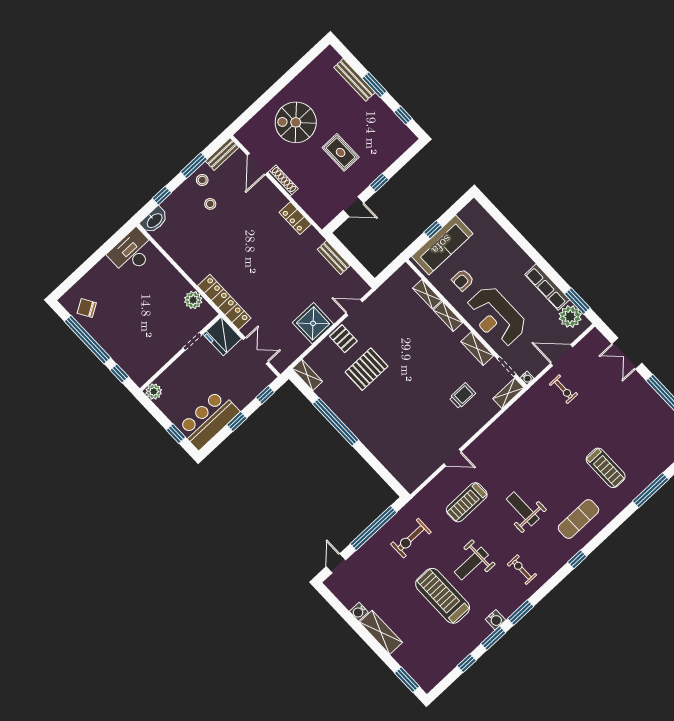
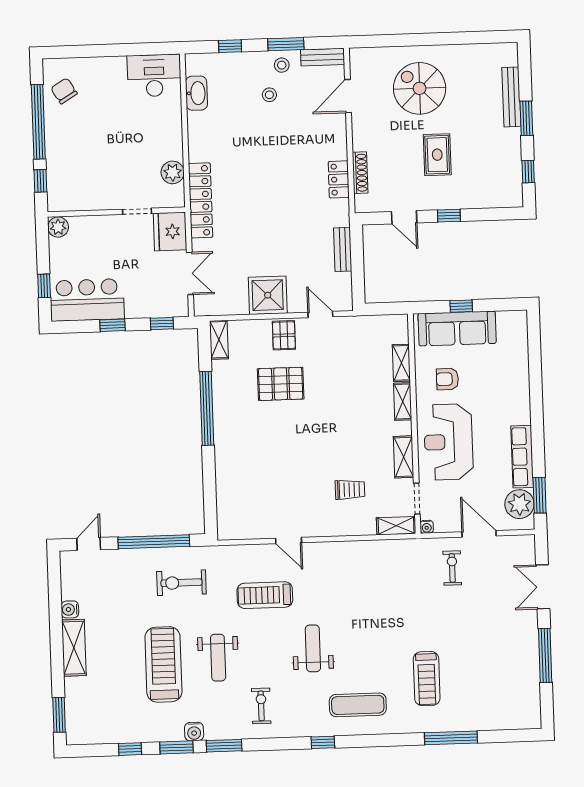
shoe rack: (283, 181) -> (360, 173), moved
washbasin: (154, 220) -> (196, 93), moved, turned -90
exercise bike: (563, 389) -> (452, 568), turned 180
weight bench: (471, 563) -> (218, 658), turned -90

